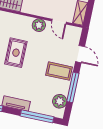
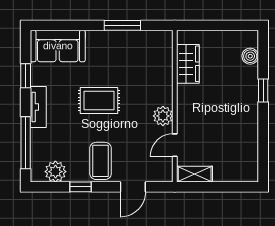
rug: (16, 53) -> (99, 101), moved
window: (73, 87) -> (81, 187), width x0.46

